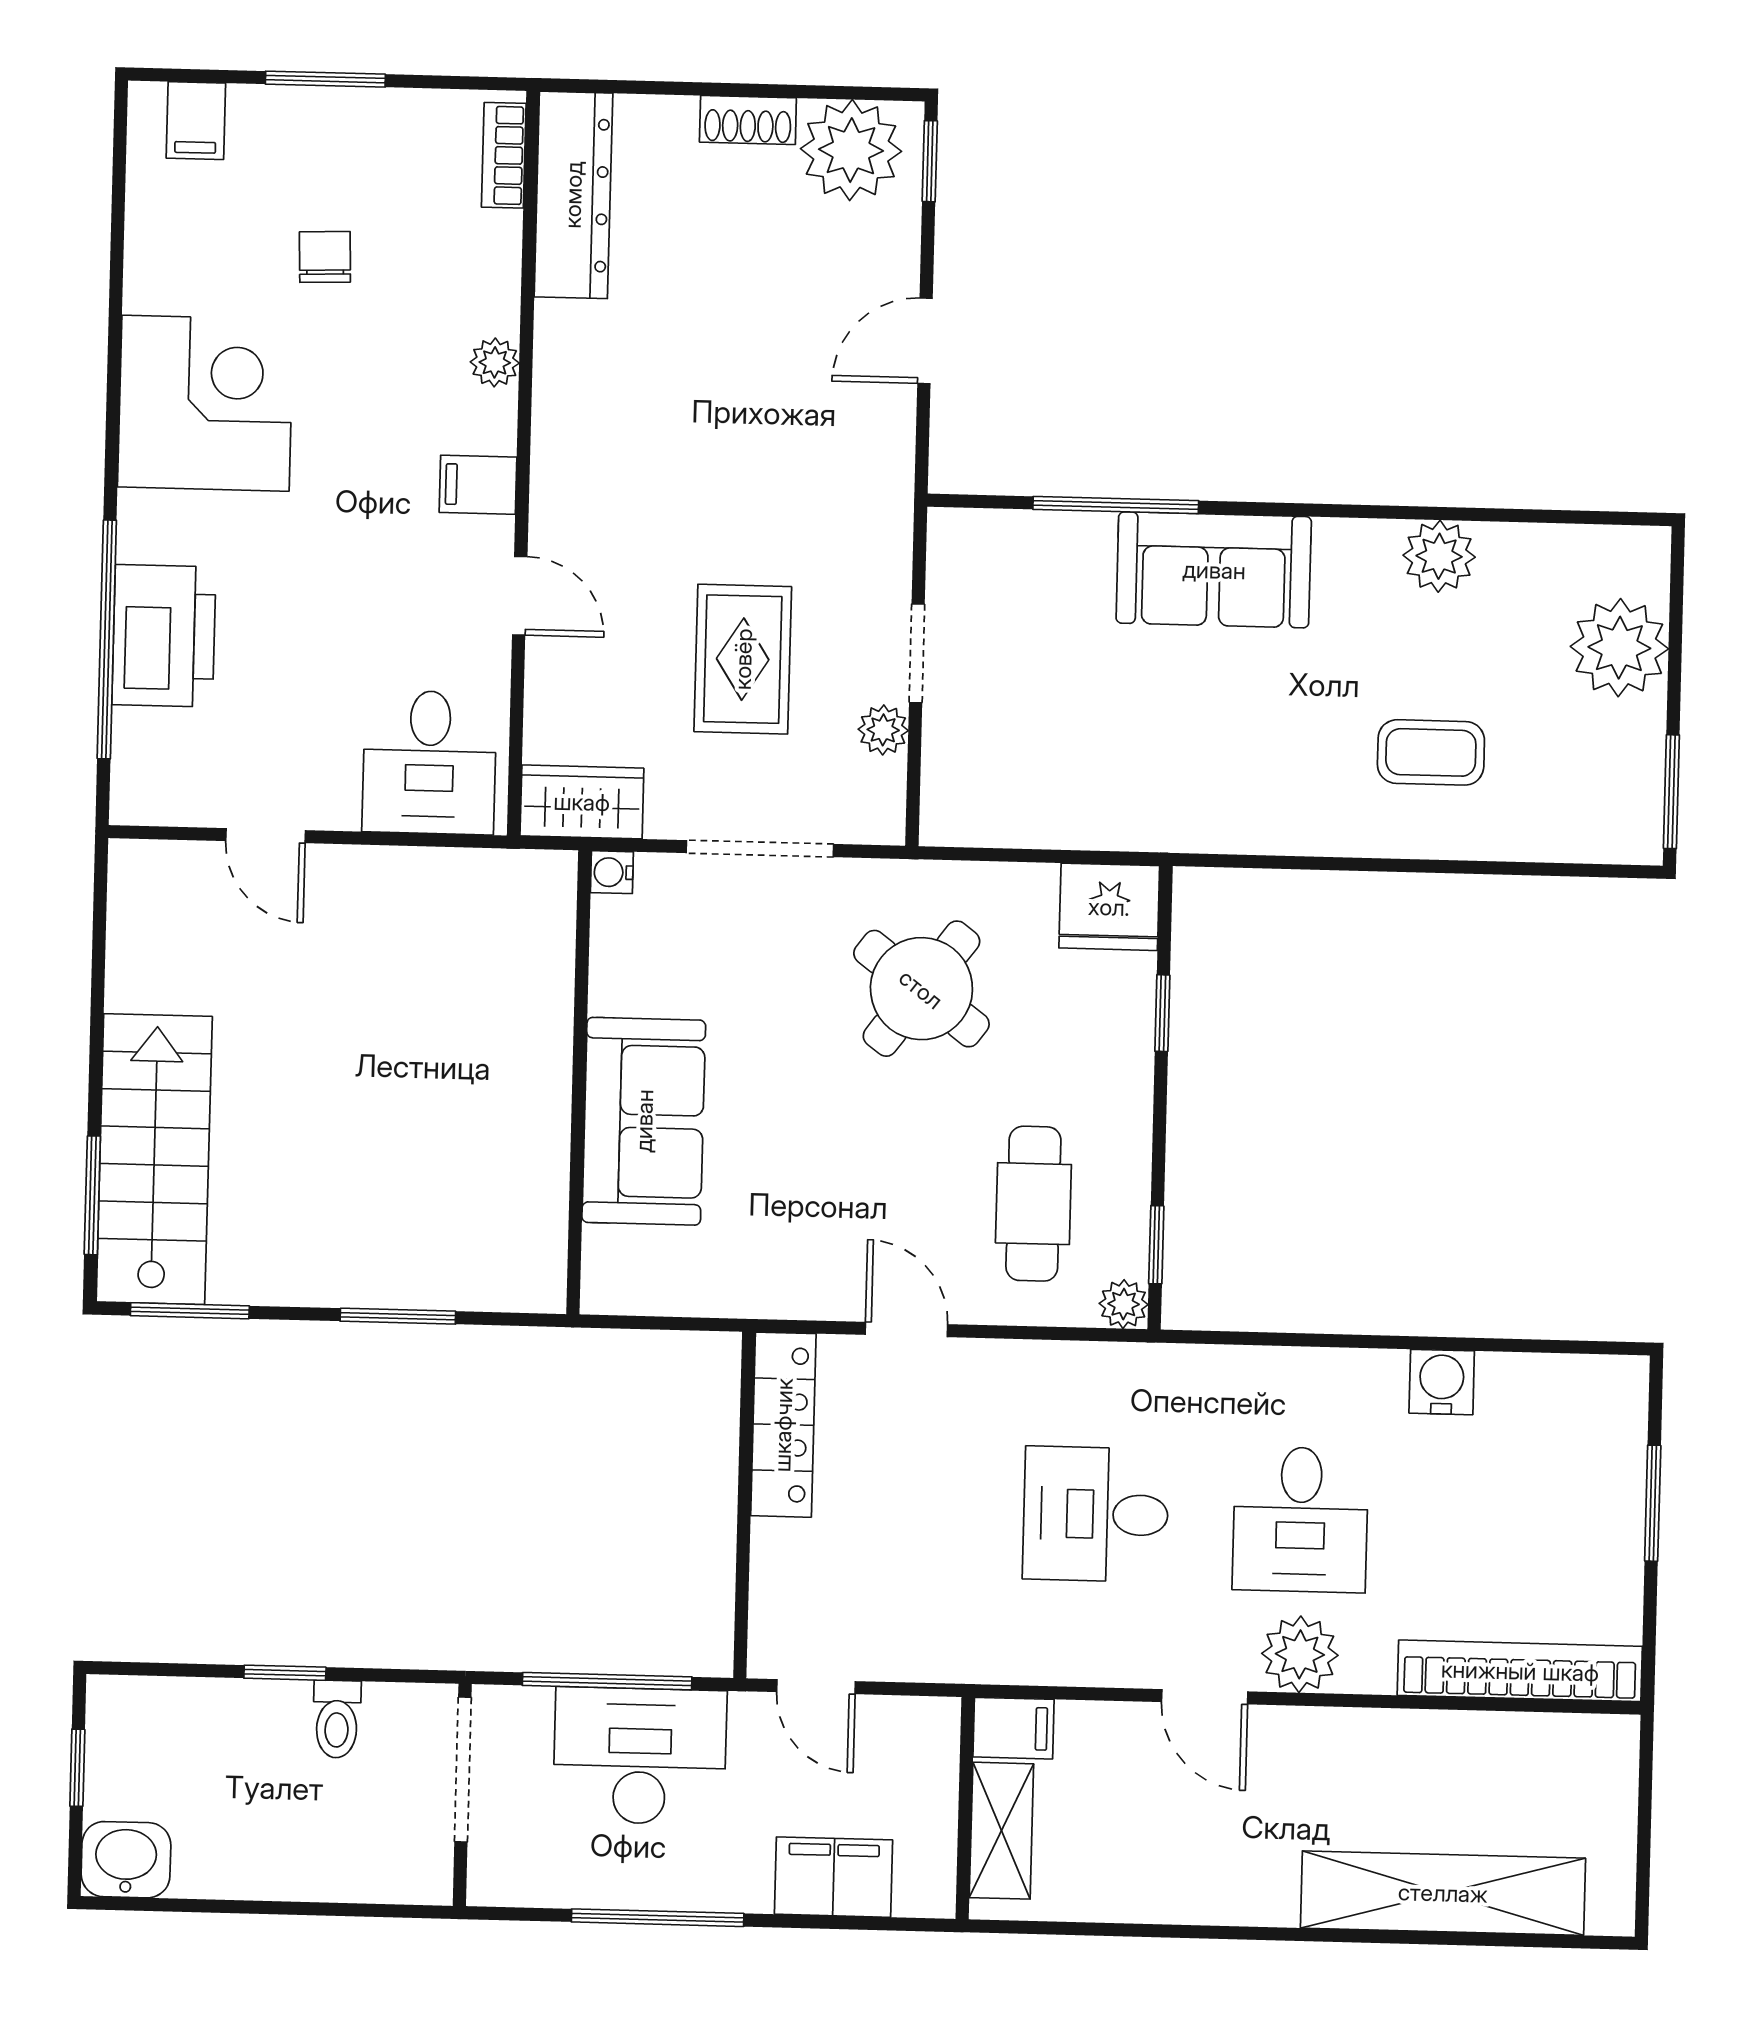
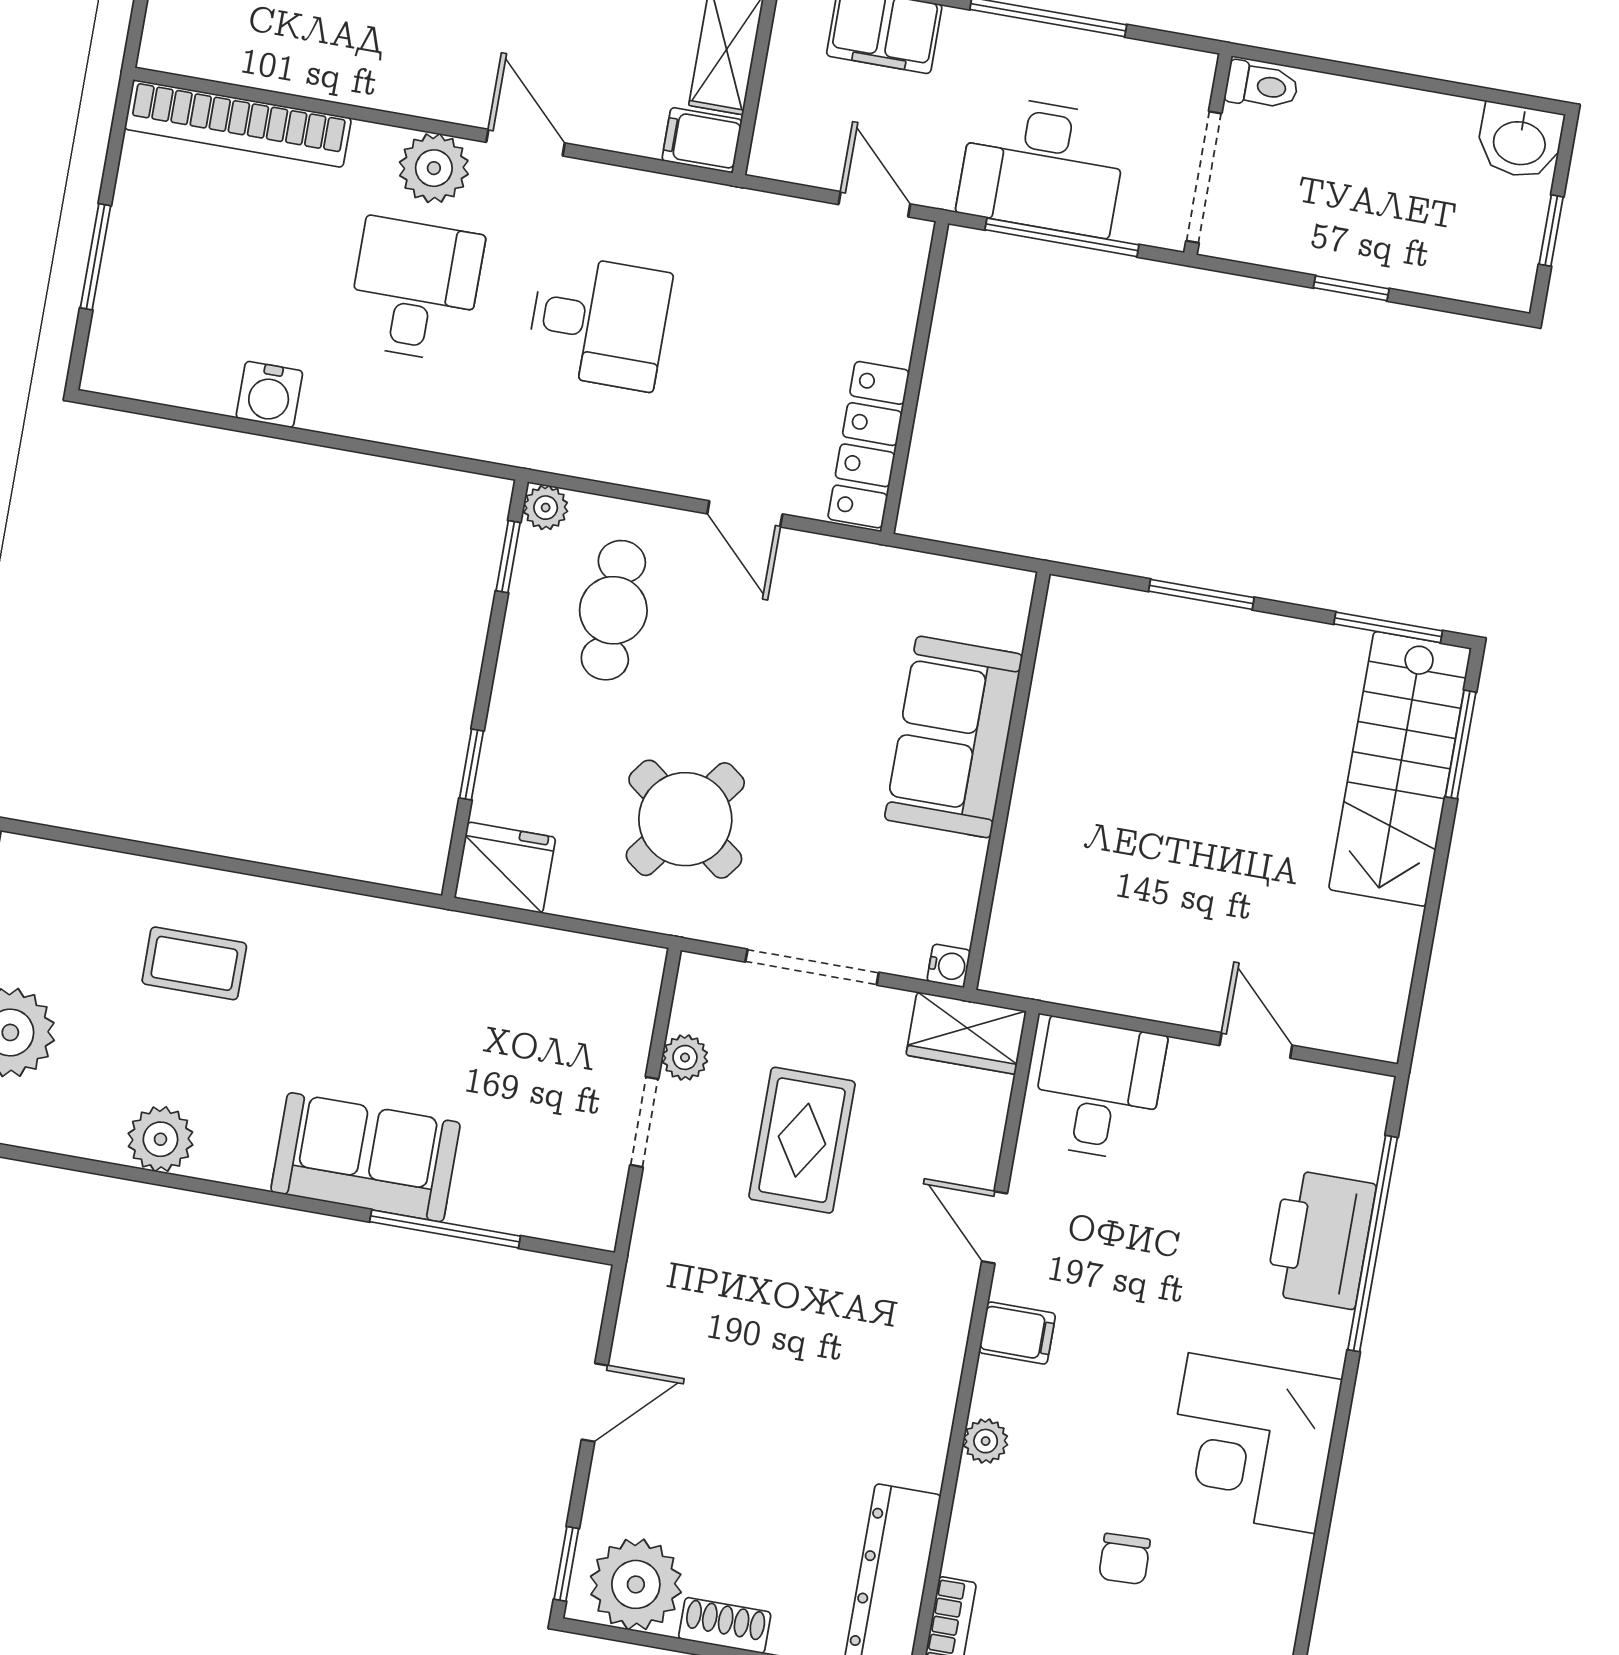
toilet: (337, 1719) -> (1262, 86), moved, turned 90

